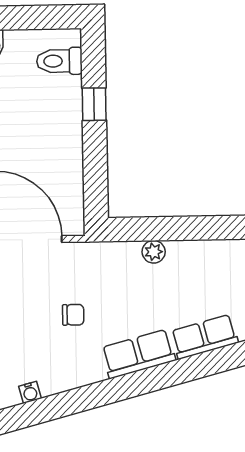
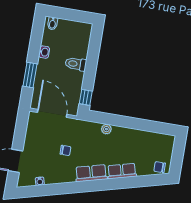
toilet: (59, 61) -> (76, 64), moved
window: (94, 104) -> (86, 97), moved

